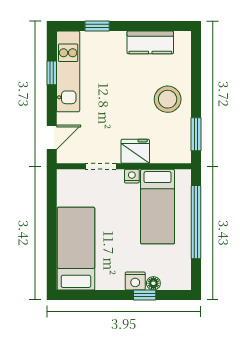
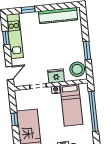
kitchen counter: (150, 42) -> (58, 16), width x1.50
stool: (168, 99) -> (77, 69), moved
window: (196, 134) -> (87, 50), moved
window: (52, 222) -> (15, 119), added

